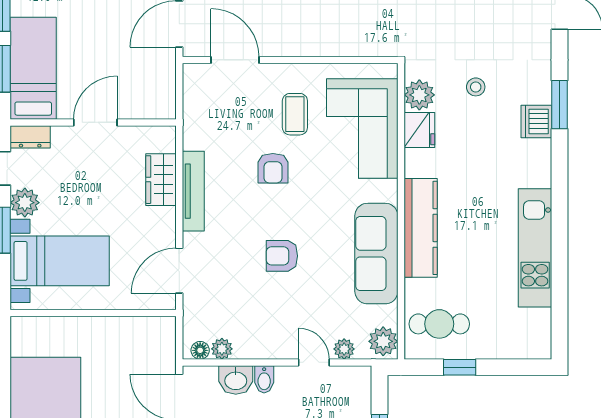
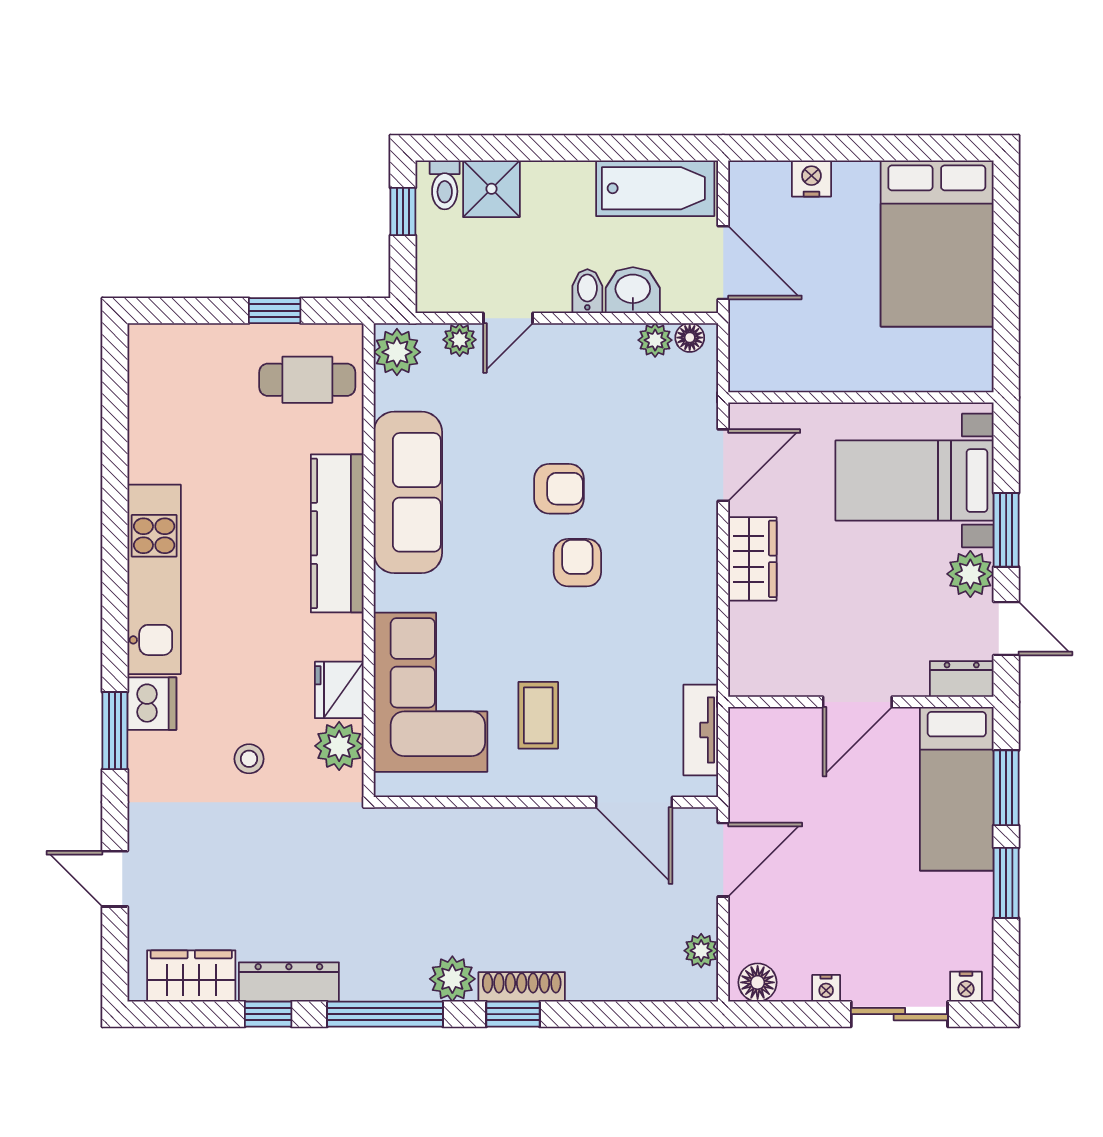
armchair: (273, 168) -> (577, 563), moved
wardrobe: (161, 180) -> (752, 559), moved
tv unit: (193, 191) -> (701, 730), moved, width x0.71
kitchen unit: (535, 248) -> (154, 579), moved
door: (314, 362) -> (508, 318), hinge flipped

